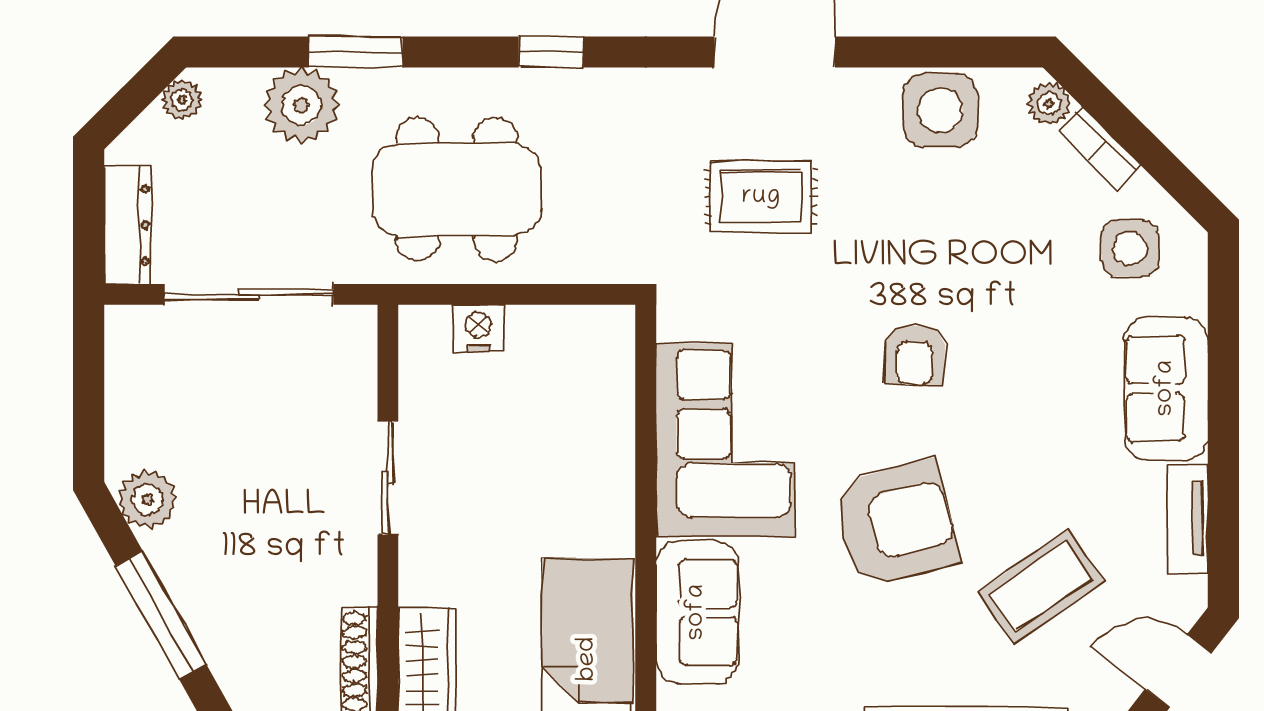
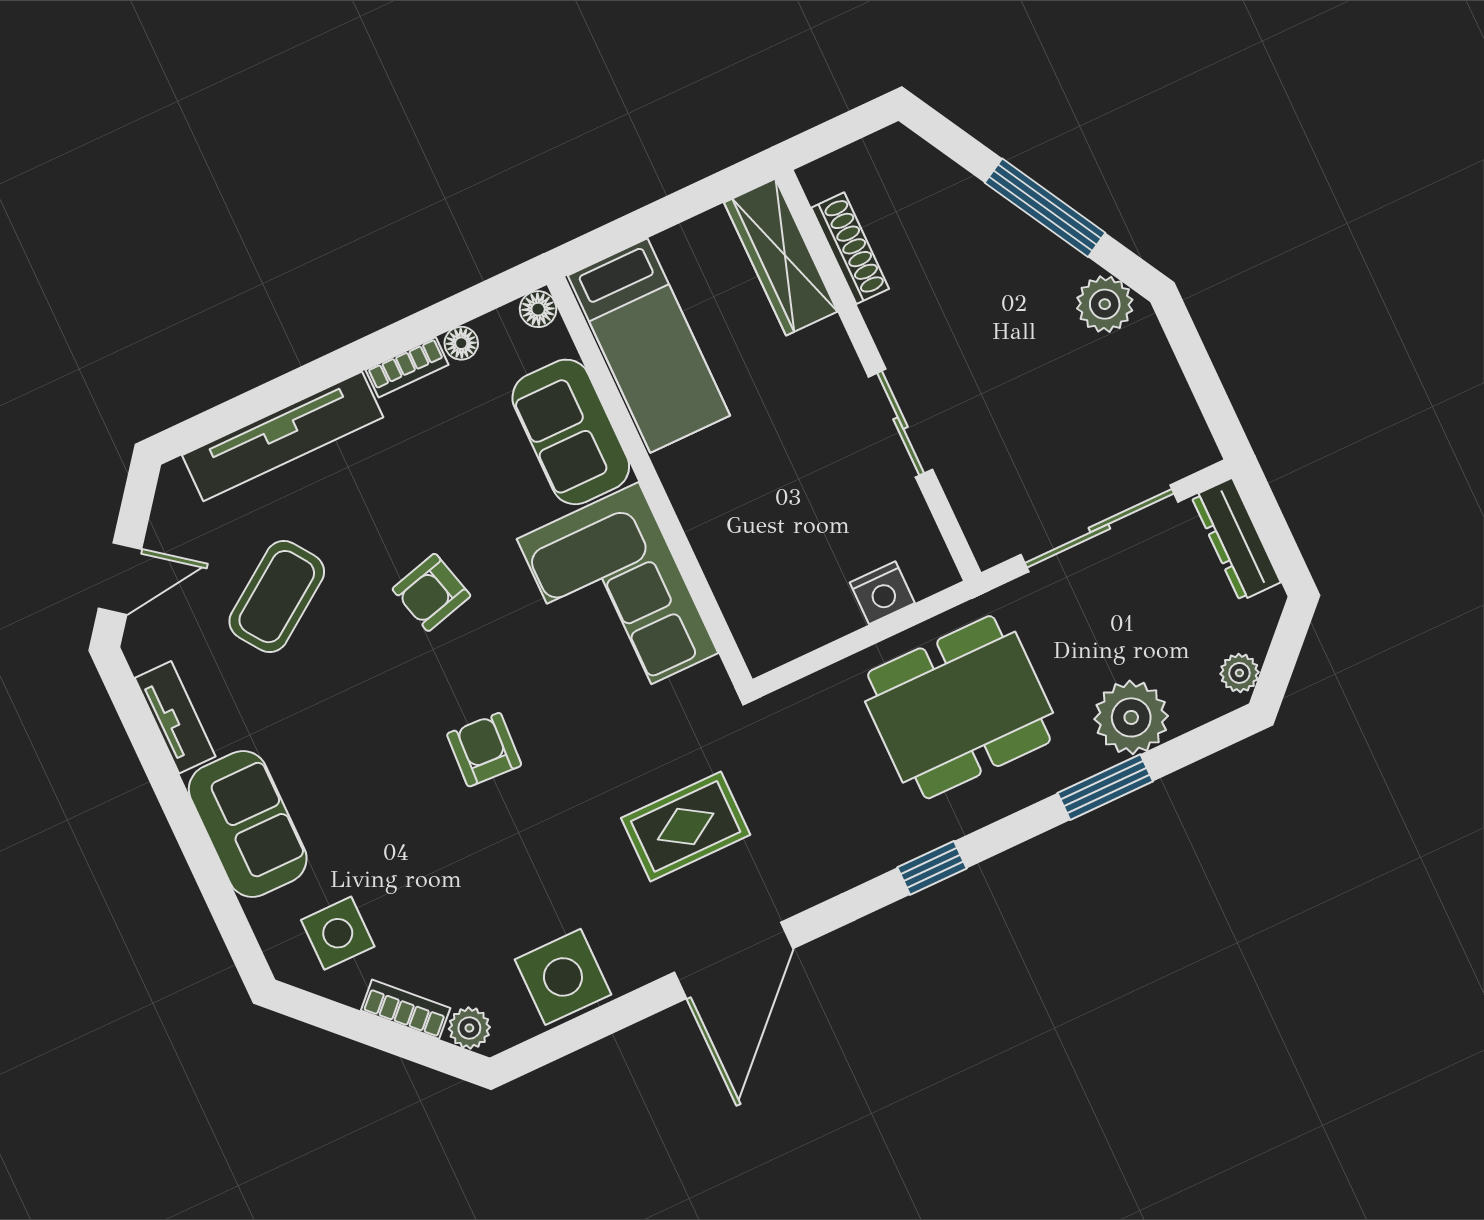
armchair: (896, 524) -> (431, 592), width x0.53, depth x0.53

